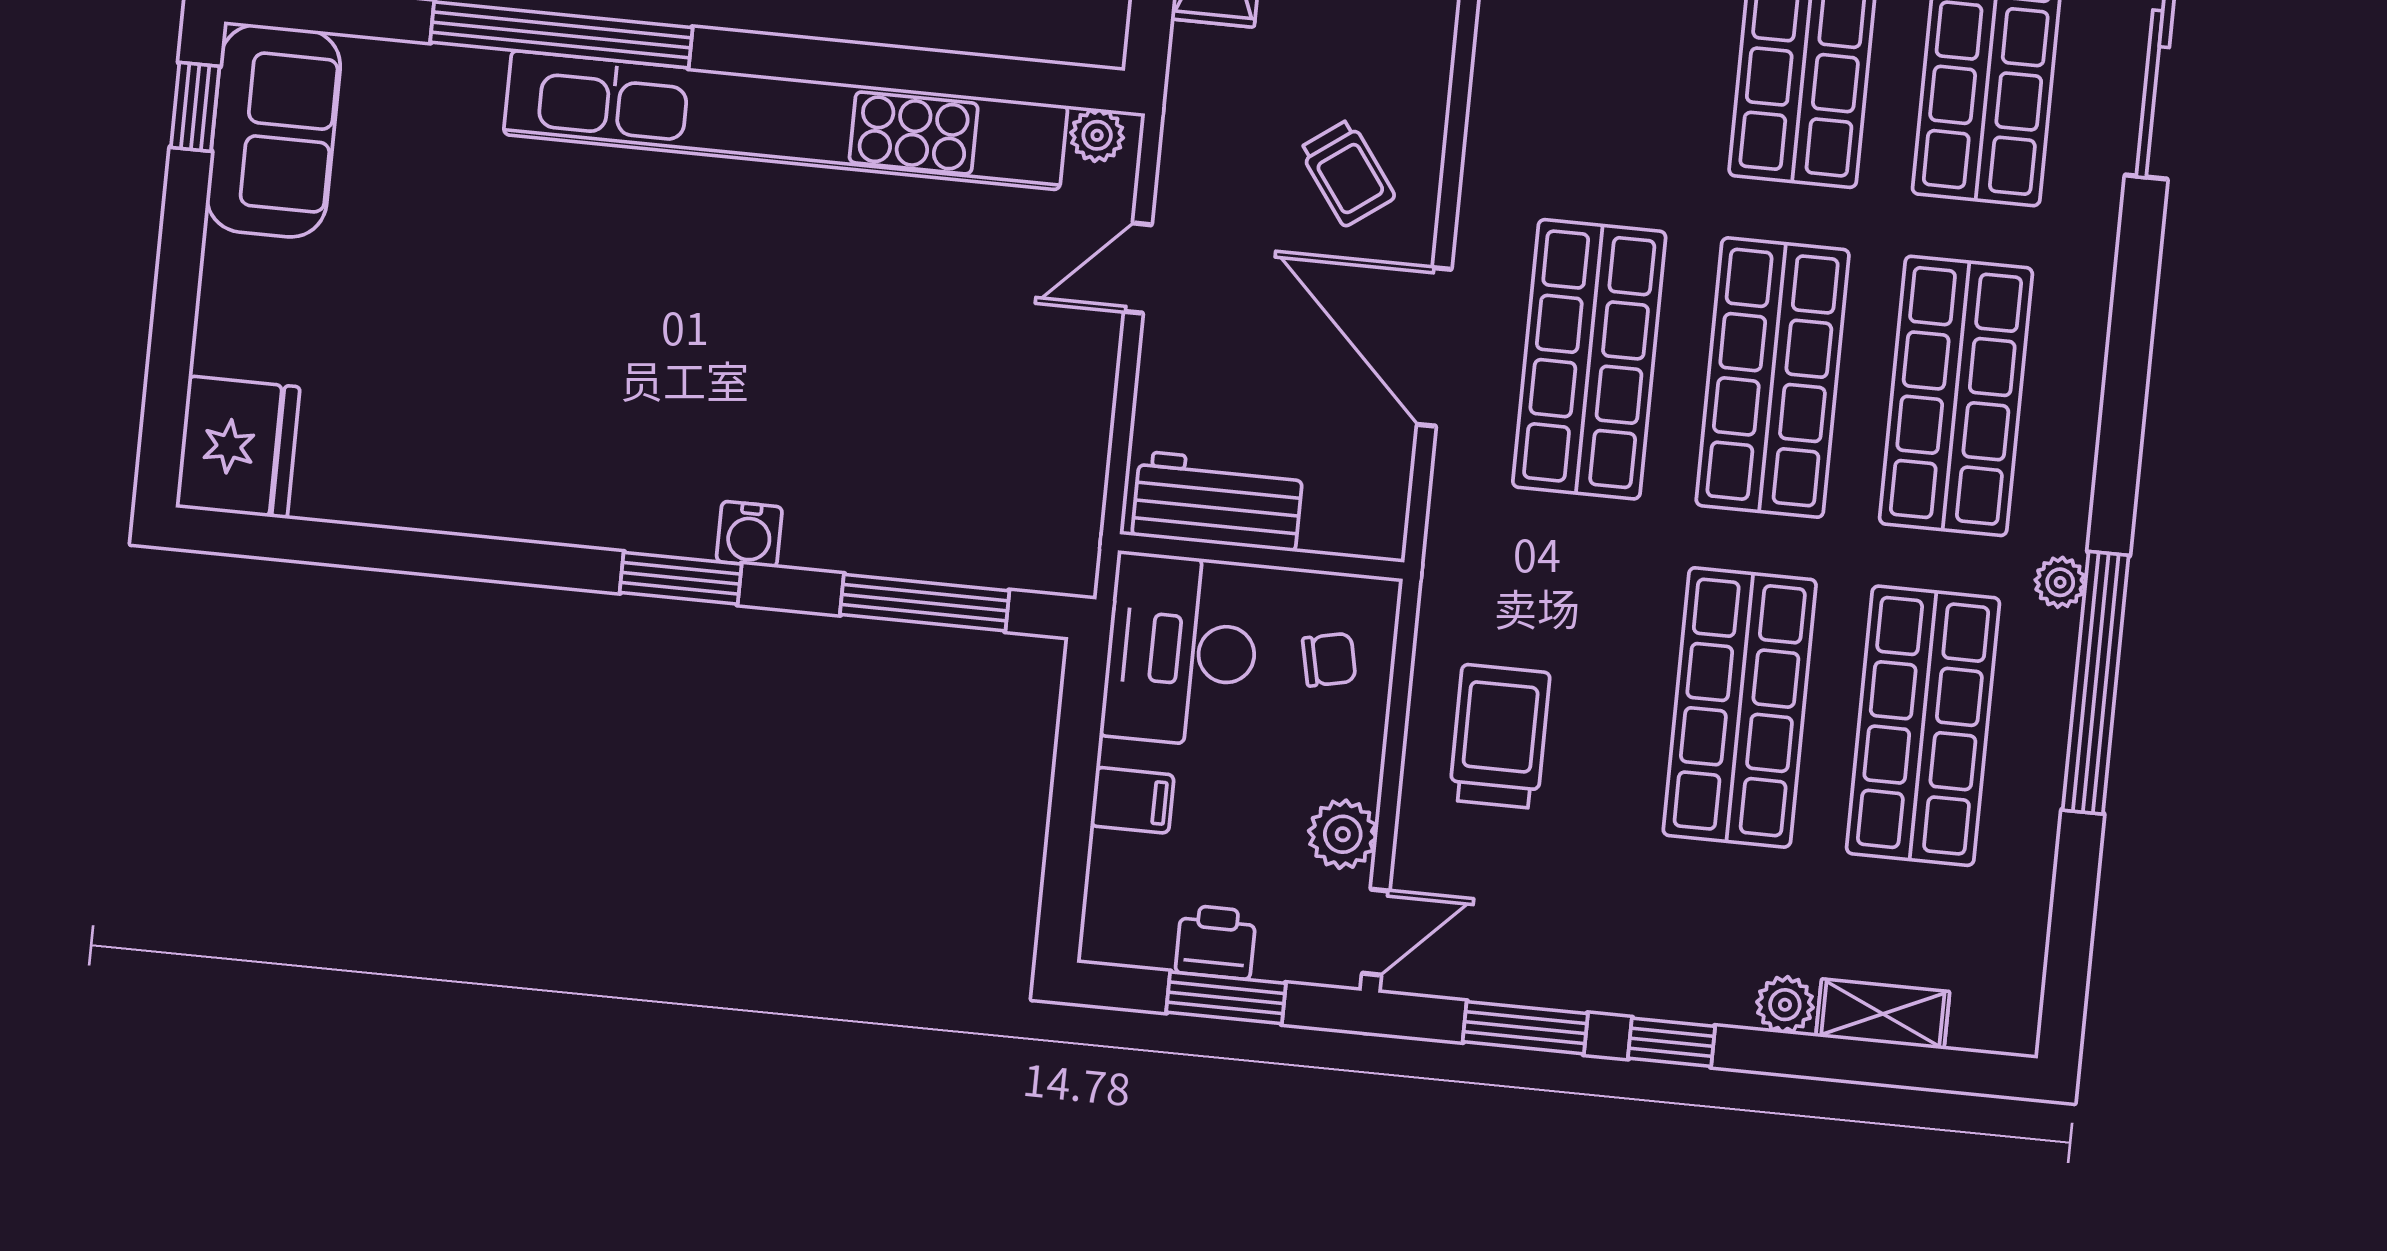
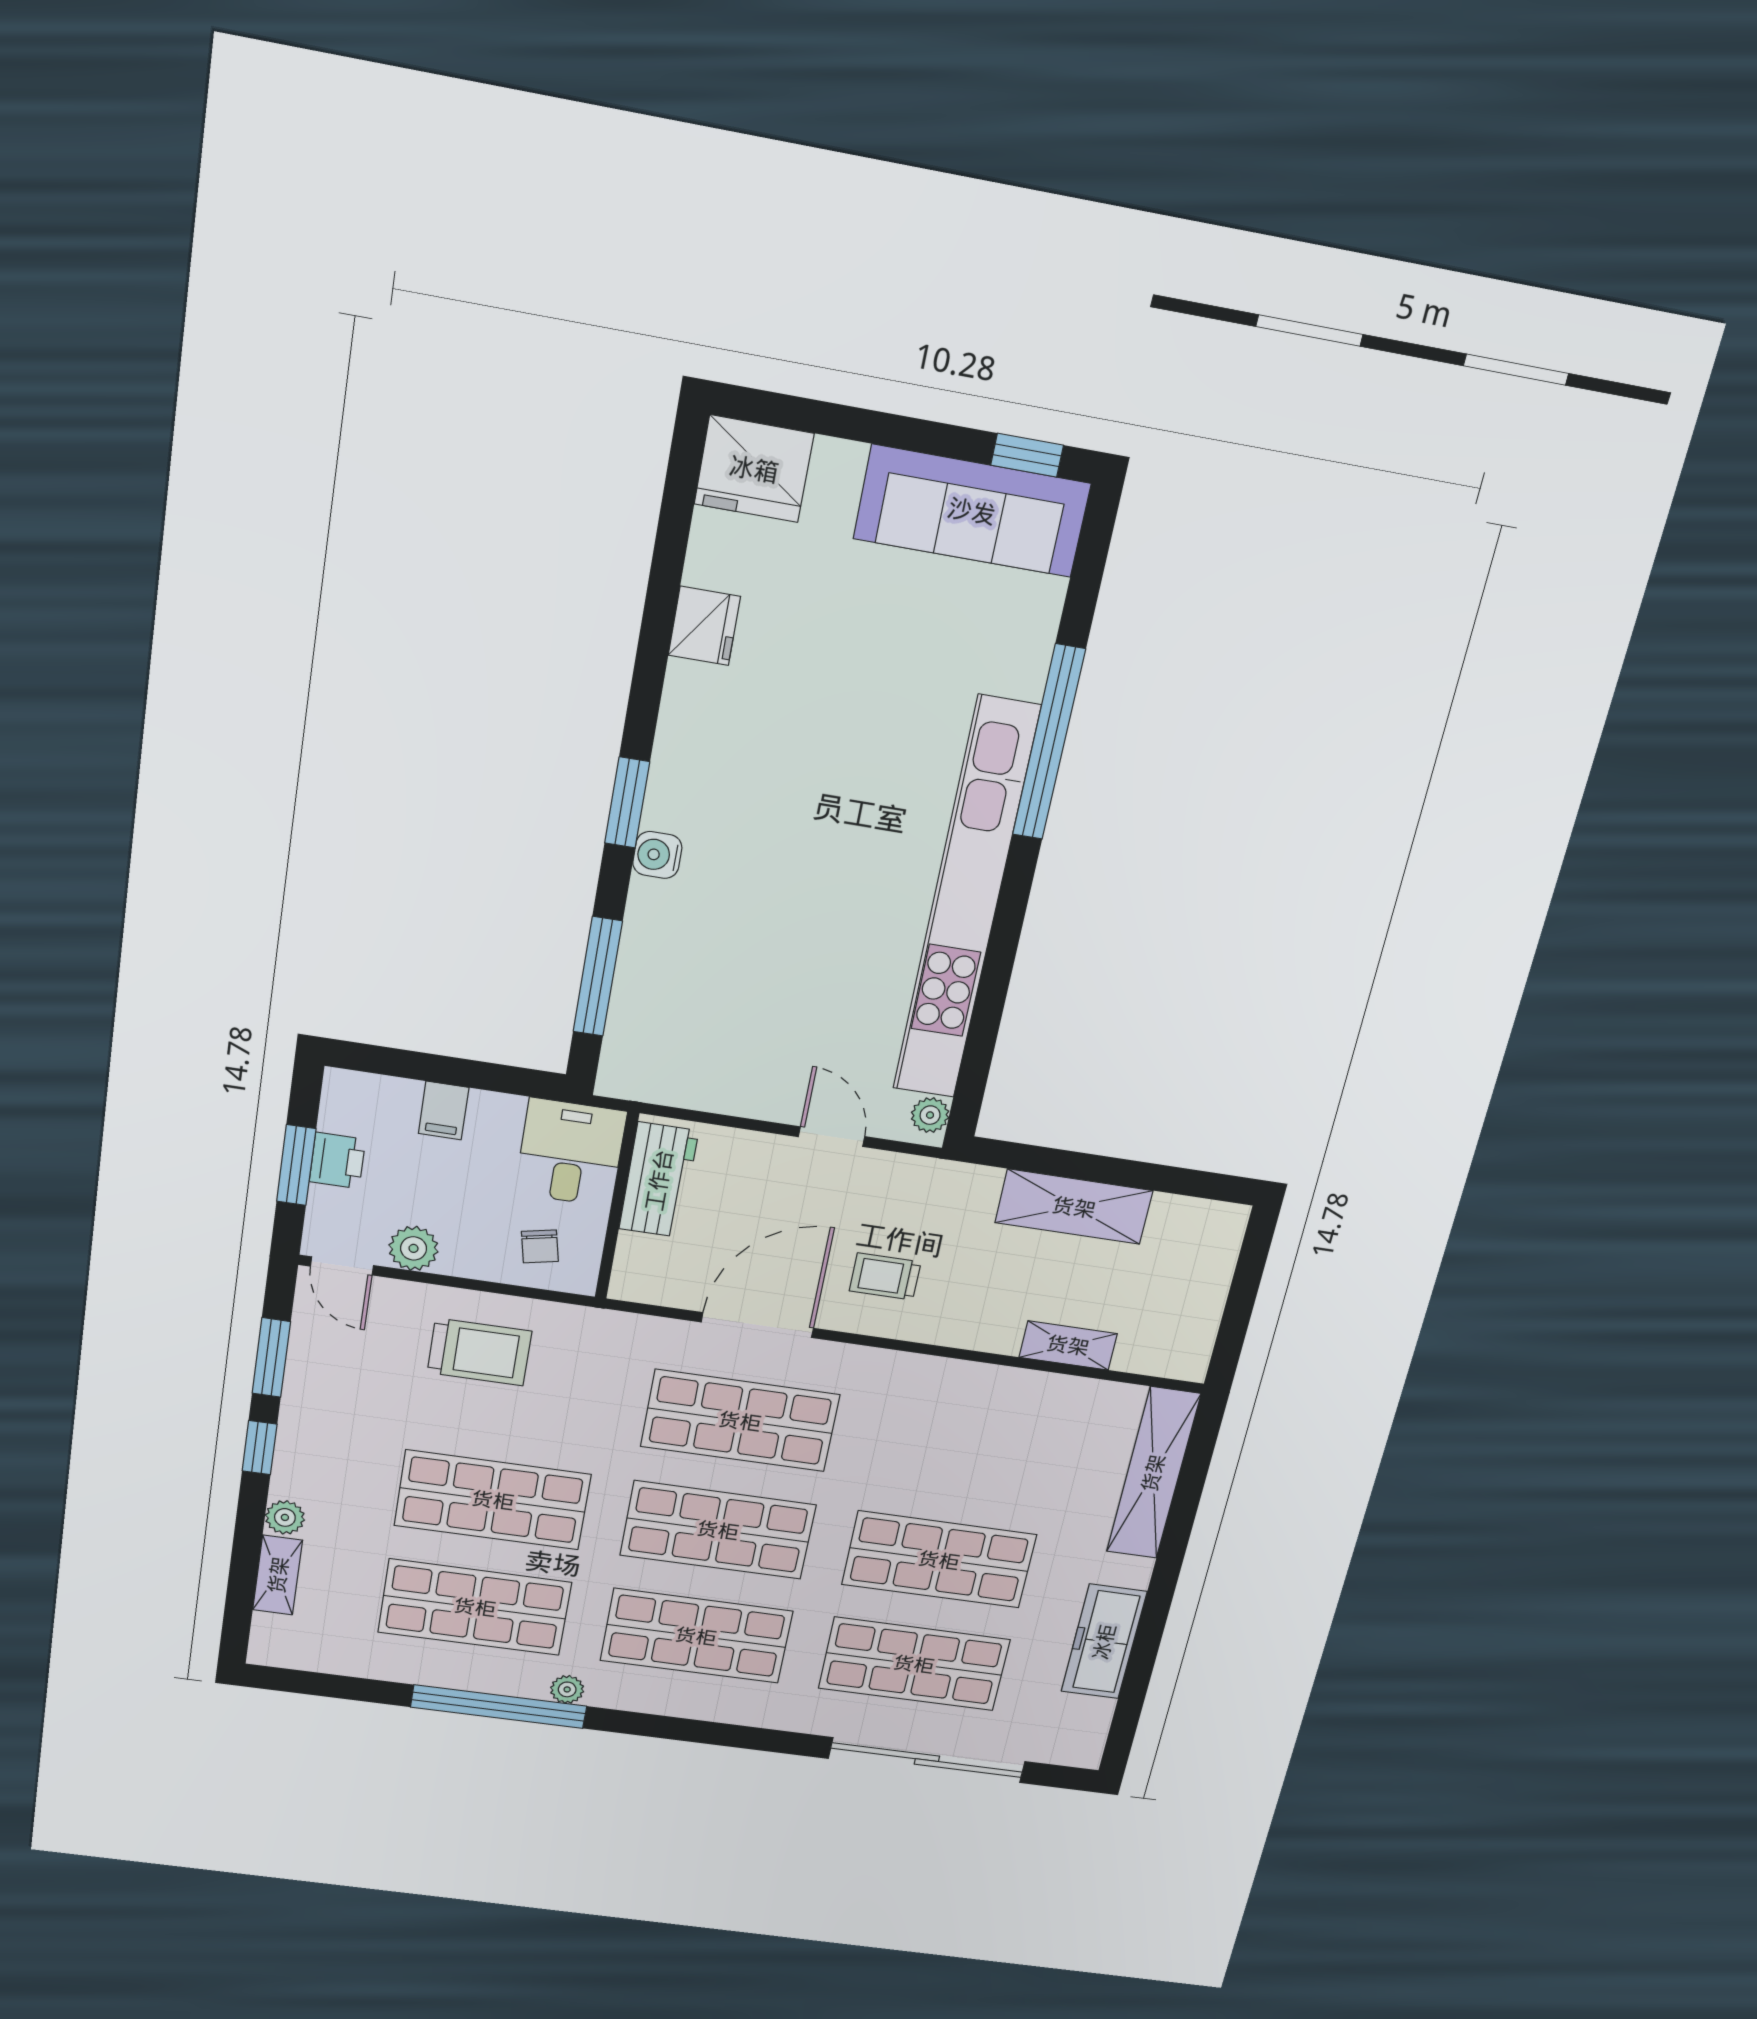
sofa: (273, 131) -> (972, 511), width x1.36
trolley: (1347, 173) -> (885, 1277), turned 36
fridge: (440, 495) -> (704, 626), added
desk: (1181, 650) -> (570, 1152), width x0.73

